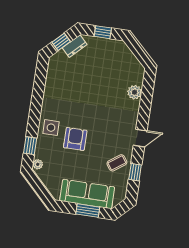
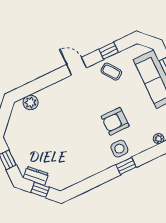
plant: (135, 92) -> (31, 102), moved
window: (30, 146) -> (126, 166), moved

